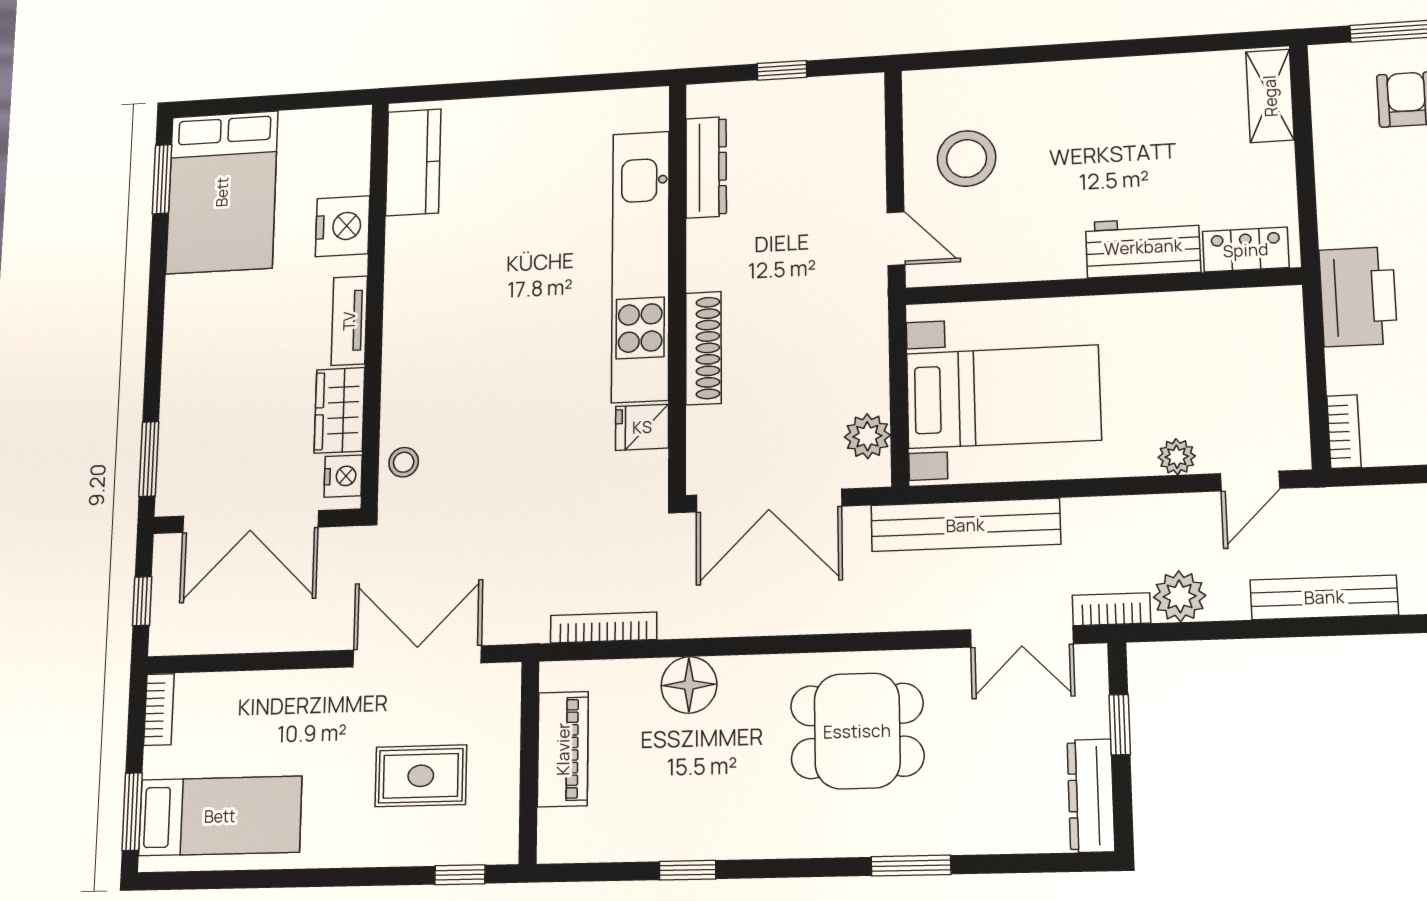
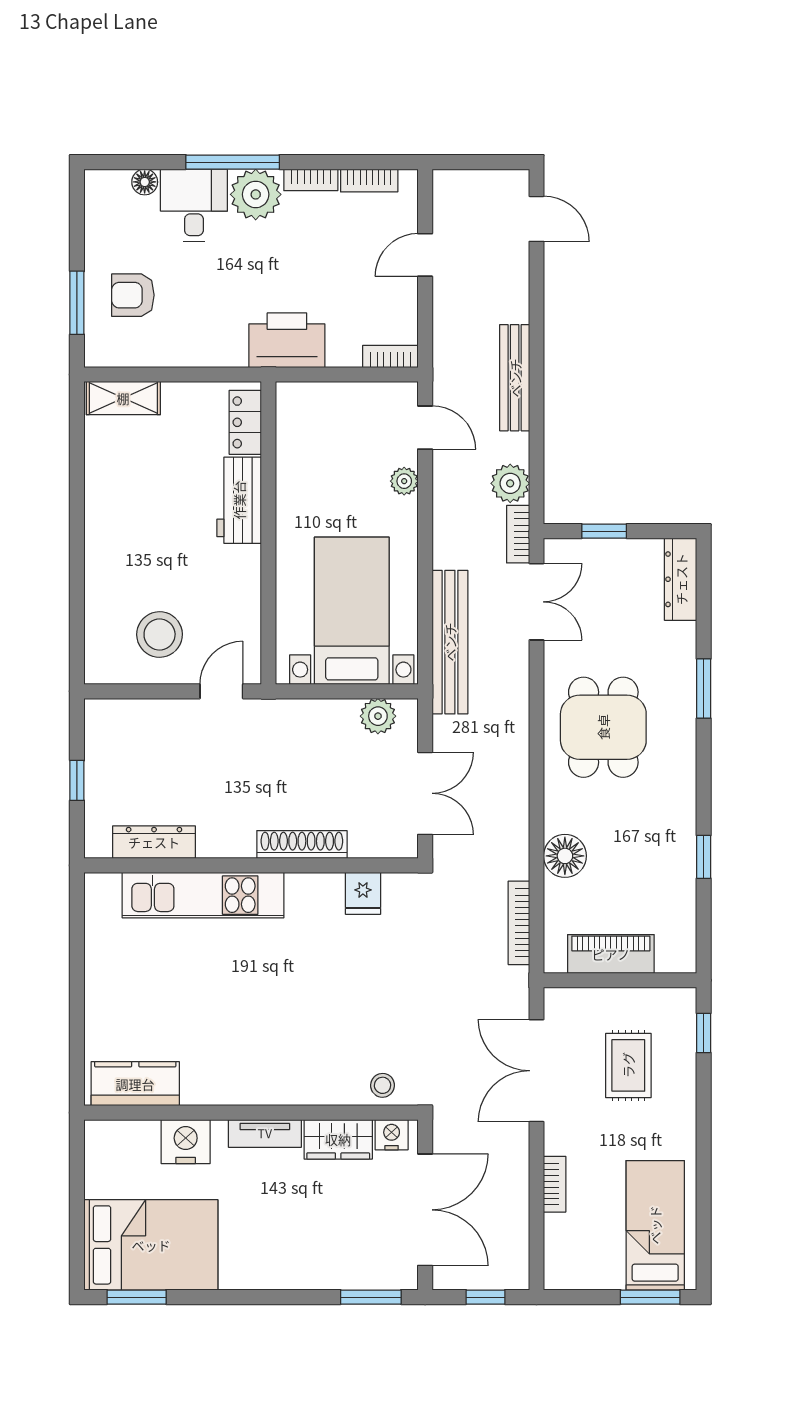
kitchen unit: (640, 266) -> (203, 895), width x0.73
double door: (769, 501) -> (425, 793), width x0.73
bookcase: (159, 710) -> (555, 1184), moved, turned 90
dresser: (1091, 796) -> (681, 579), moved, turned 90

